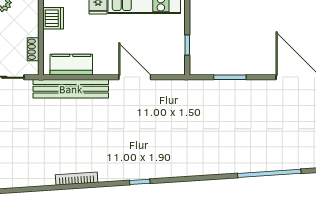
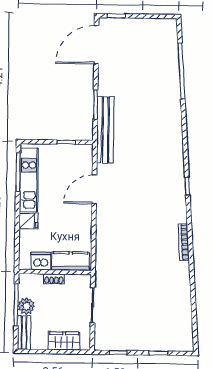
shoe rack: (33, 49) -> (54, 279), moved
kitchen counter: (71, 65) -> (71, 261), moved, turned 90
bench: (71, 89) -> (105, 130), moved

